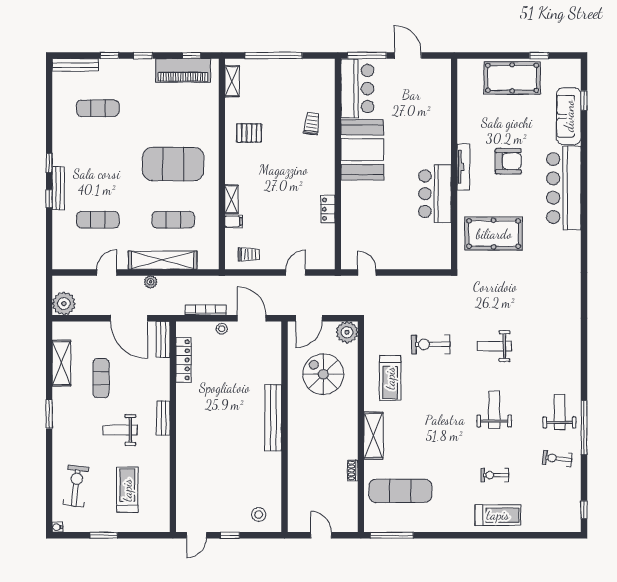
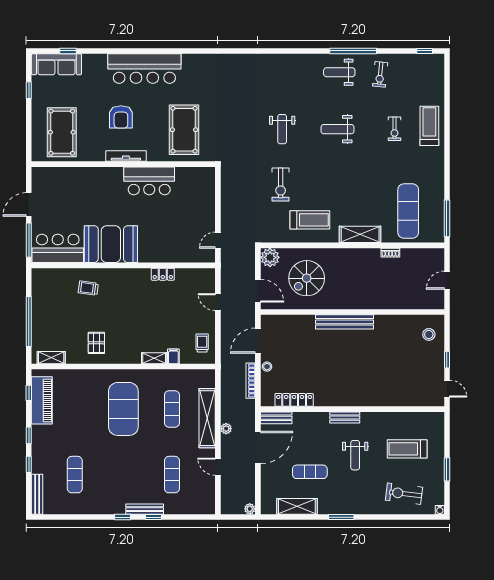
pool table: (512, 78) -> (62, 132), moved
sofa: (569, 116) -> (56, 64), moved
armchair: (508, 161) -> (121, 117), turned 180
plant: (64, 304) -> (250, 509), width x0.53, depth x0.53

